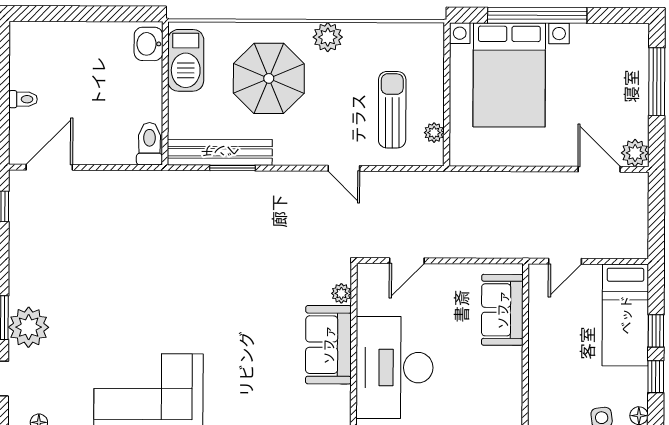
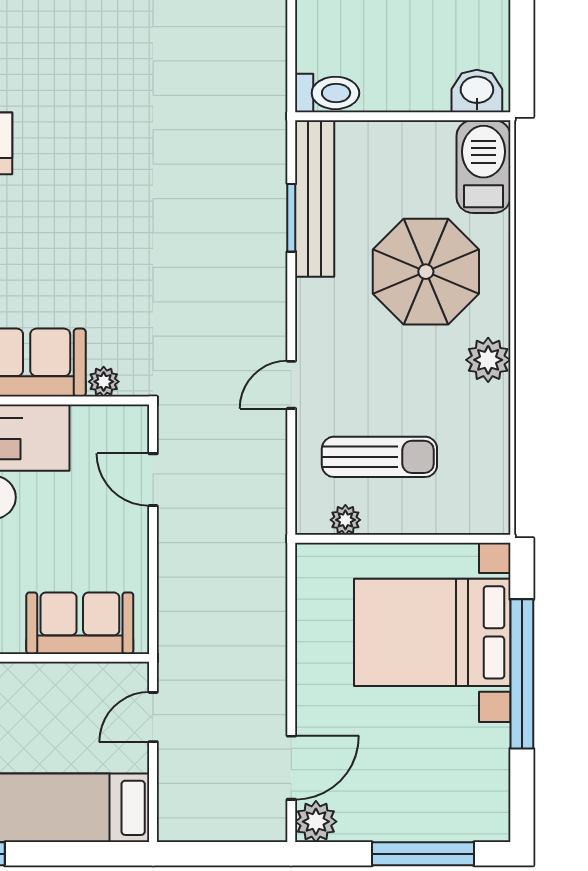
barbecue: (186, 60) -> (483, 167), moved, turned 90
door: (565, 261) -> (153, 717), hinge flipped
window: (656, 331) -> (49, 854), removed

